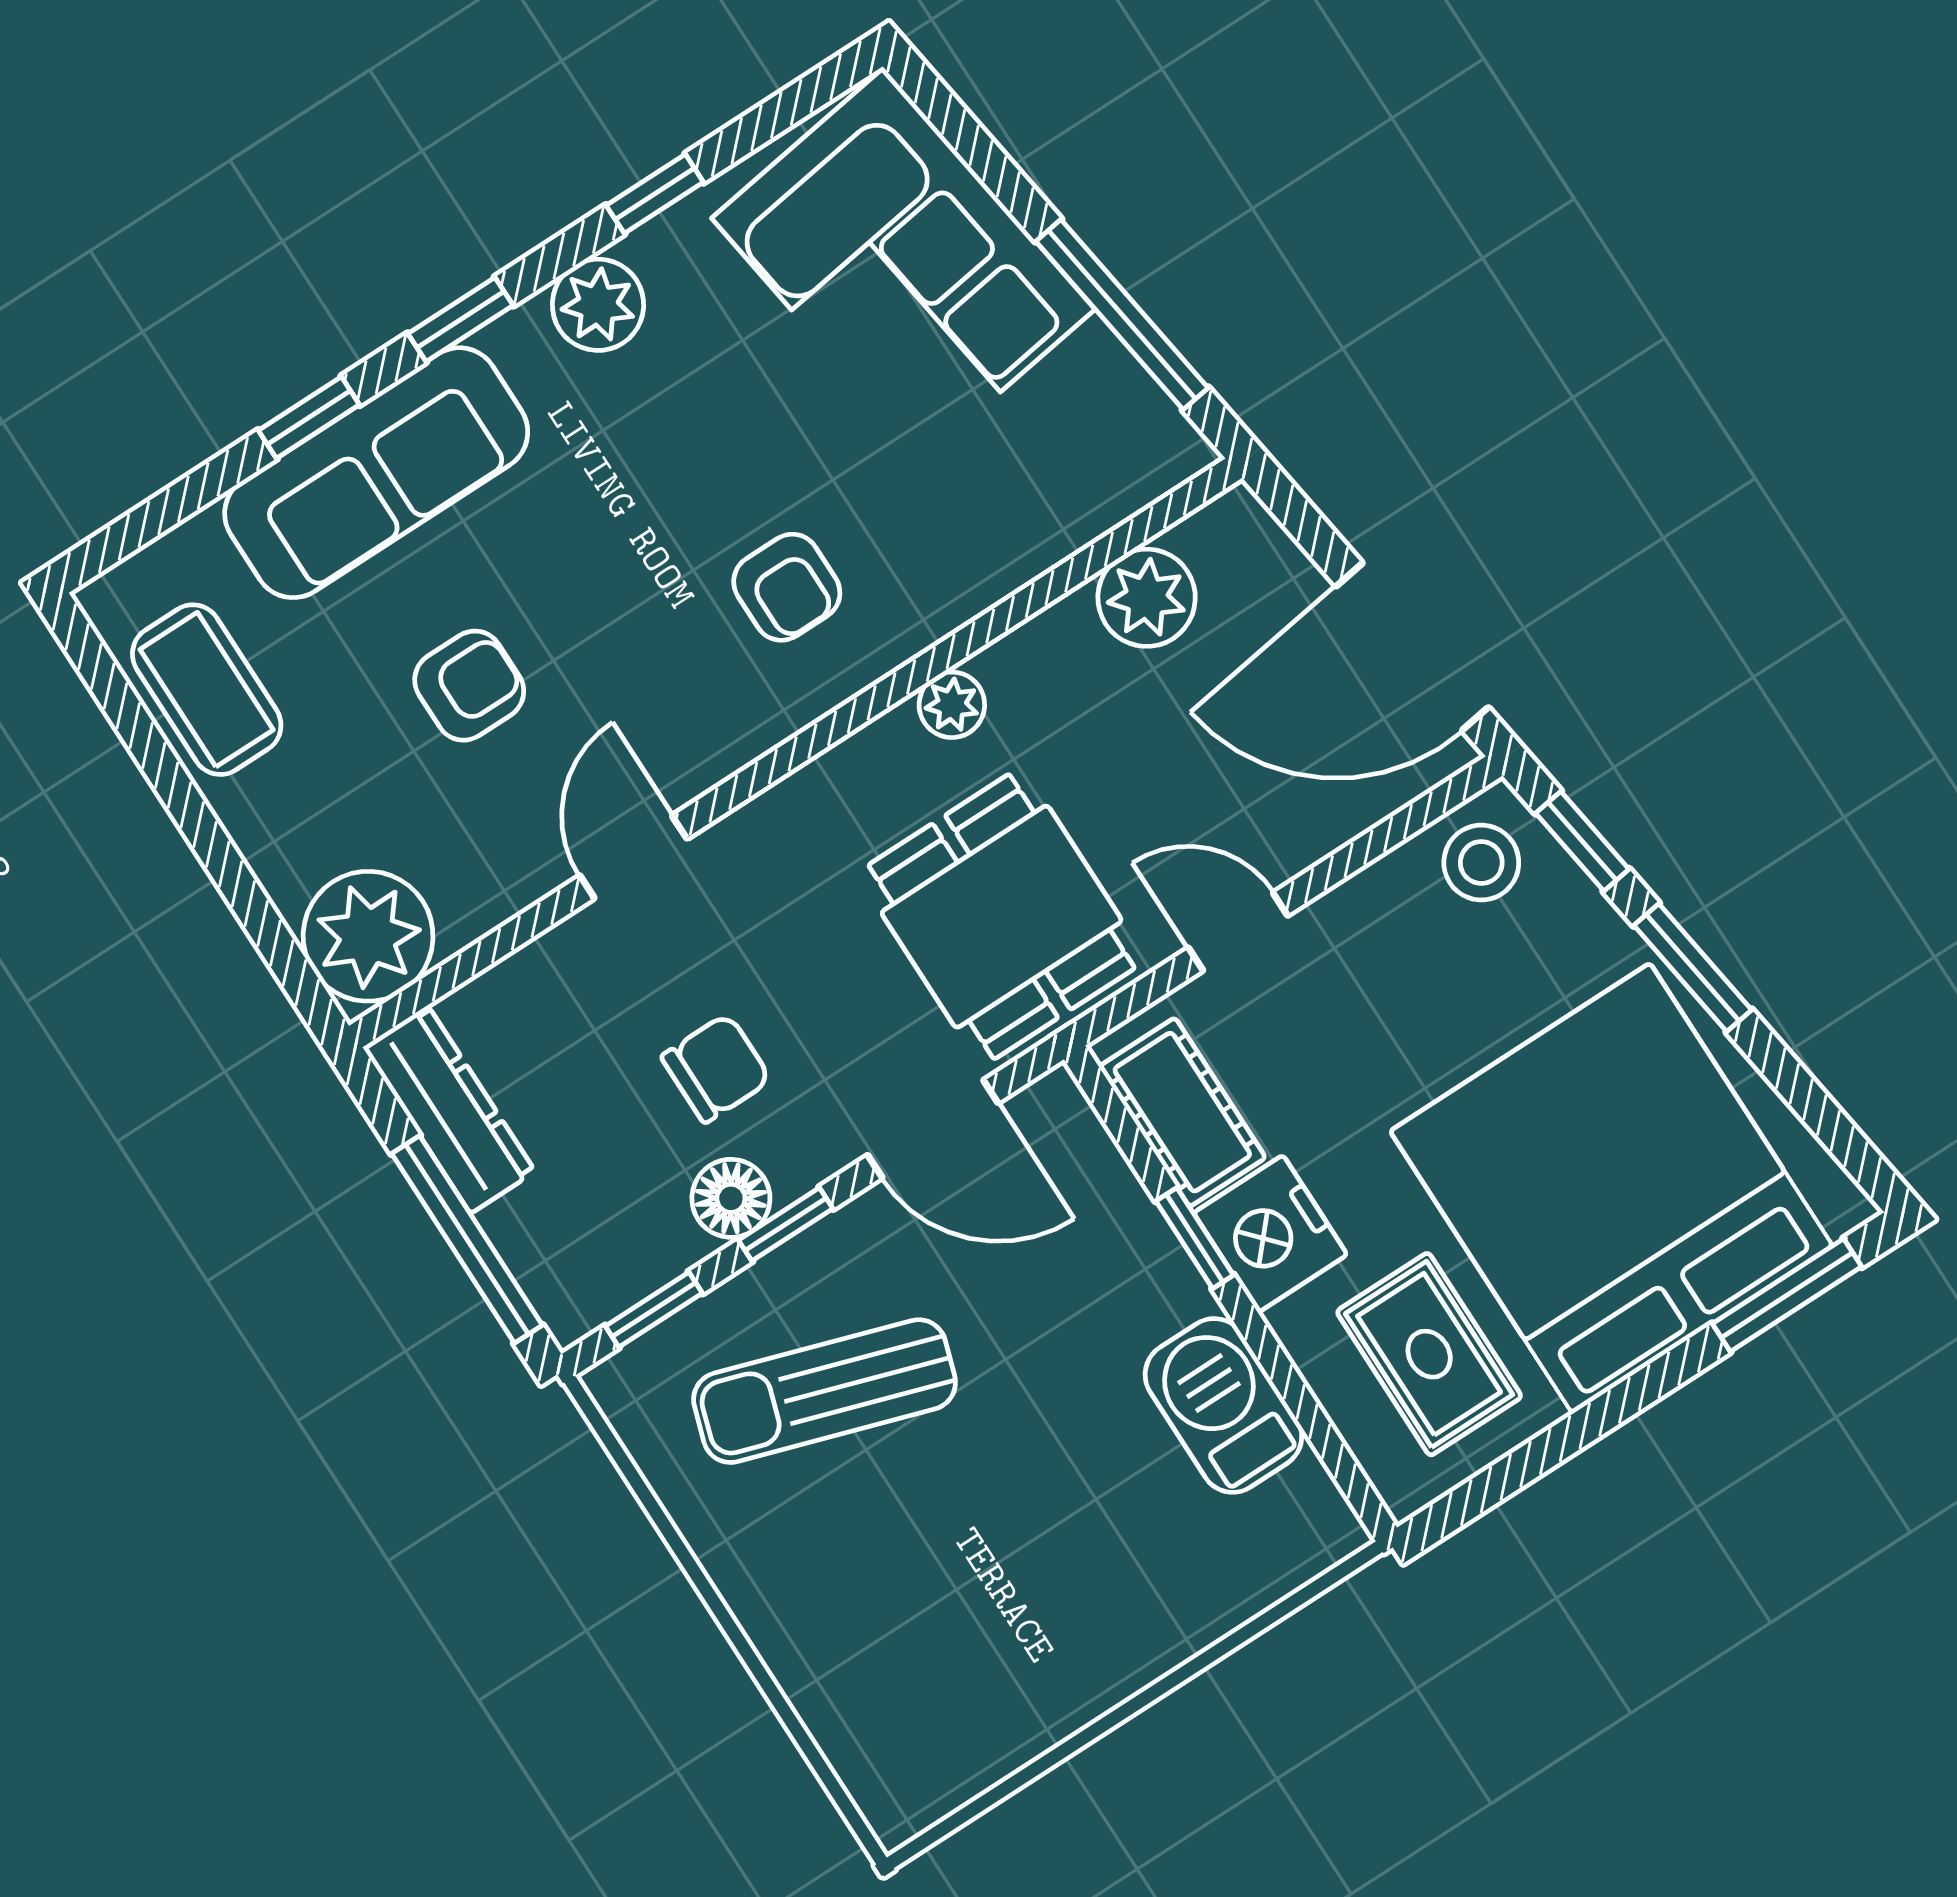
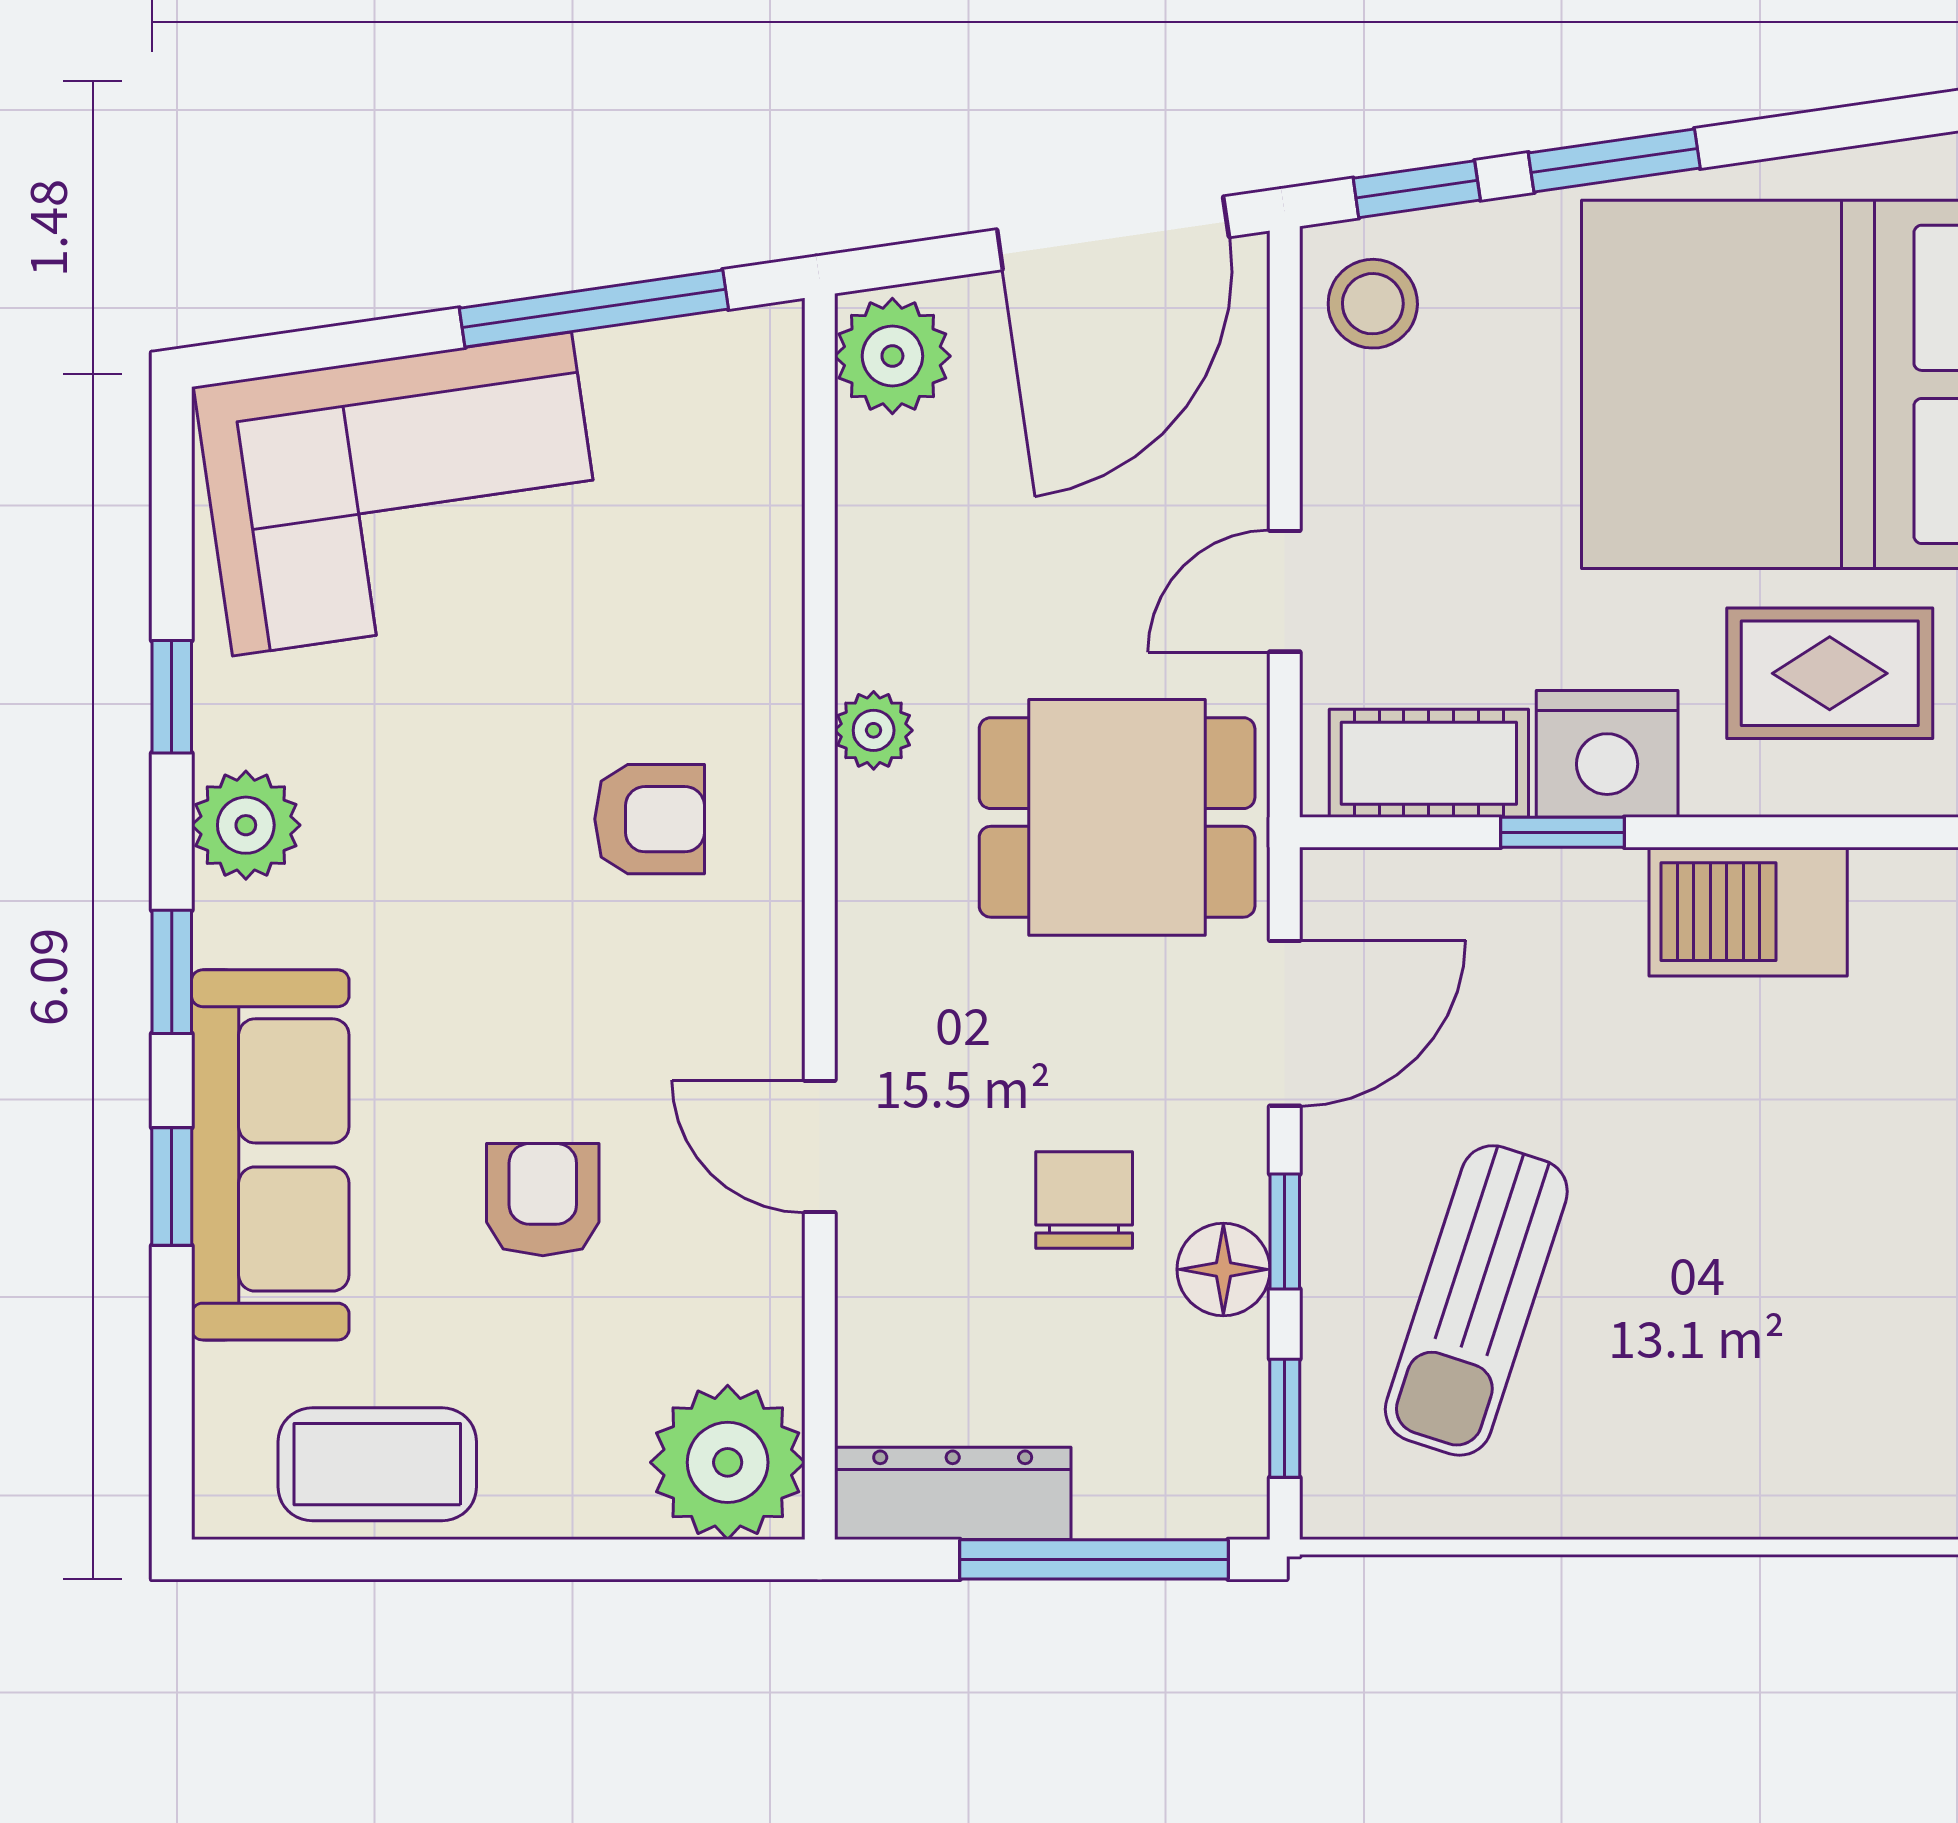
plant: (1147, 598) -> (892, 356), moved

